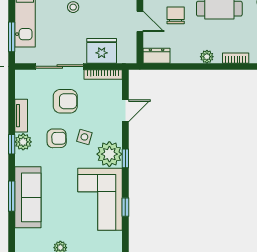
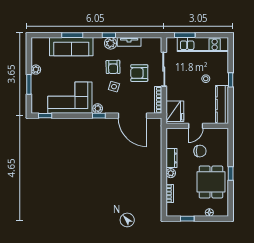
fridge: (102, 51) -> (175, 111), moved
dresser: (157, 56) -> (171, 158), moved
armchair: (65, 101) -> (139, 73), turned 90
door: (125, 111) -> (132, 116), width x1.88
plant: (109, 154) -> (98, 108), width x0.53, depth x0.53
window: (125, 207) -> (45, 116), moved

